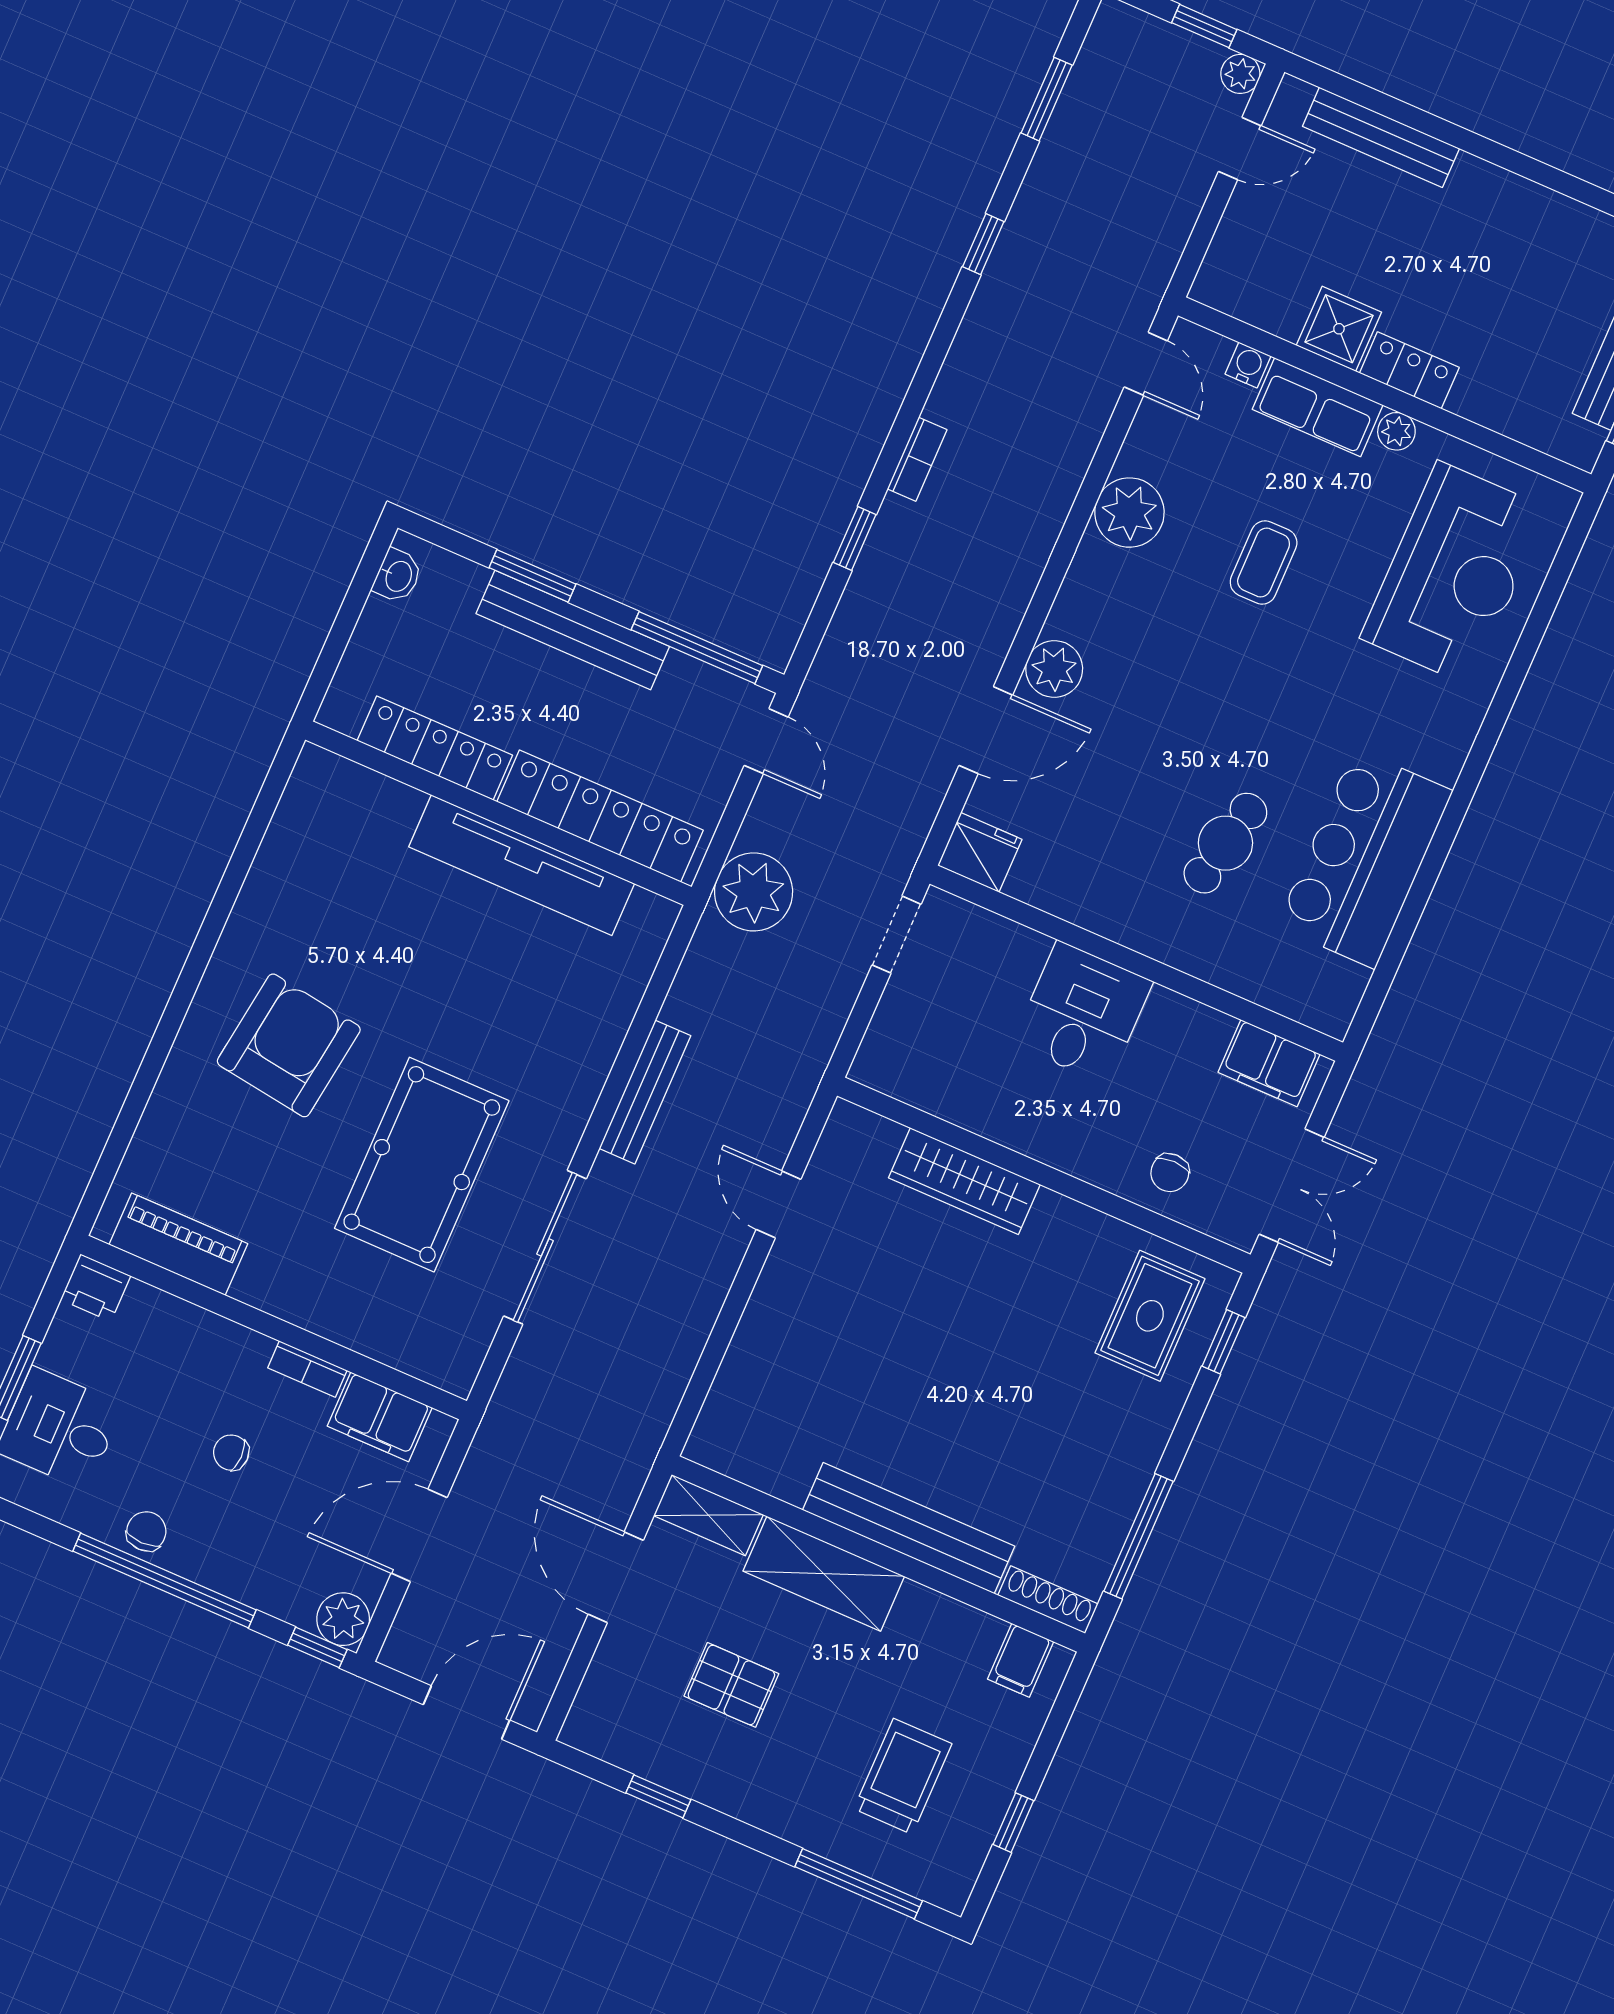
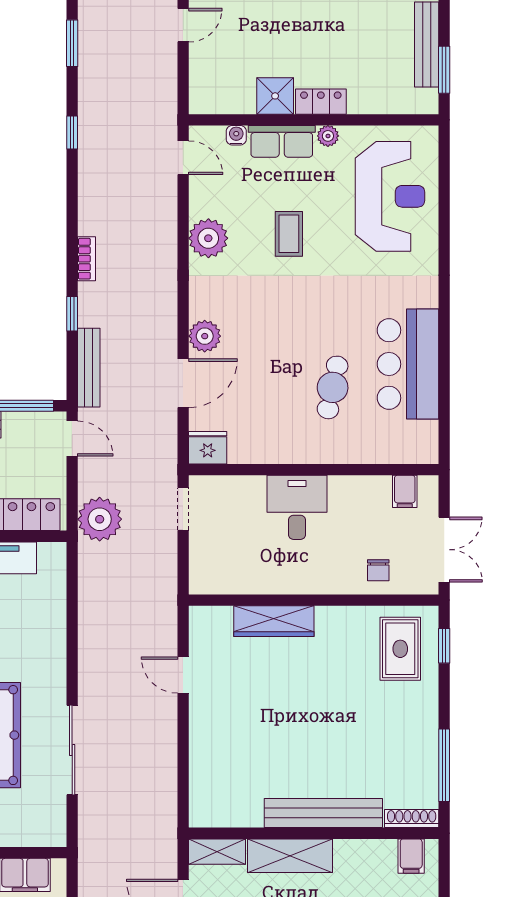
filing cabinet: (1269, 1063) -> (405, 491), width x0.50
bench: (645, 1092) -> (89, 368), moved

